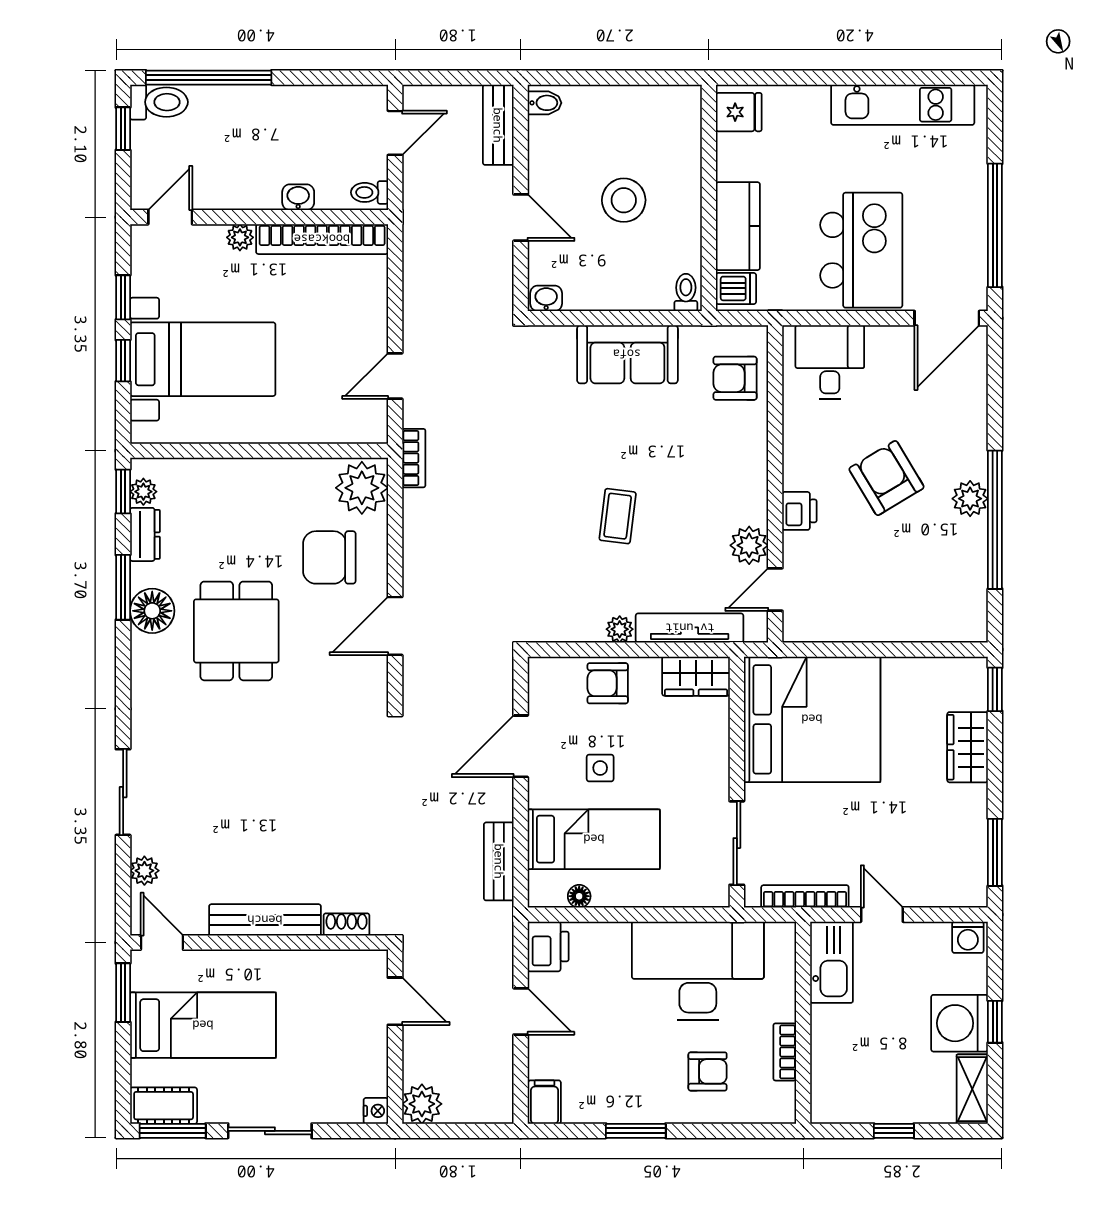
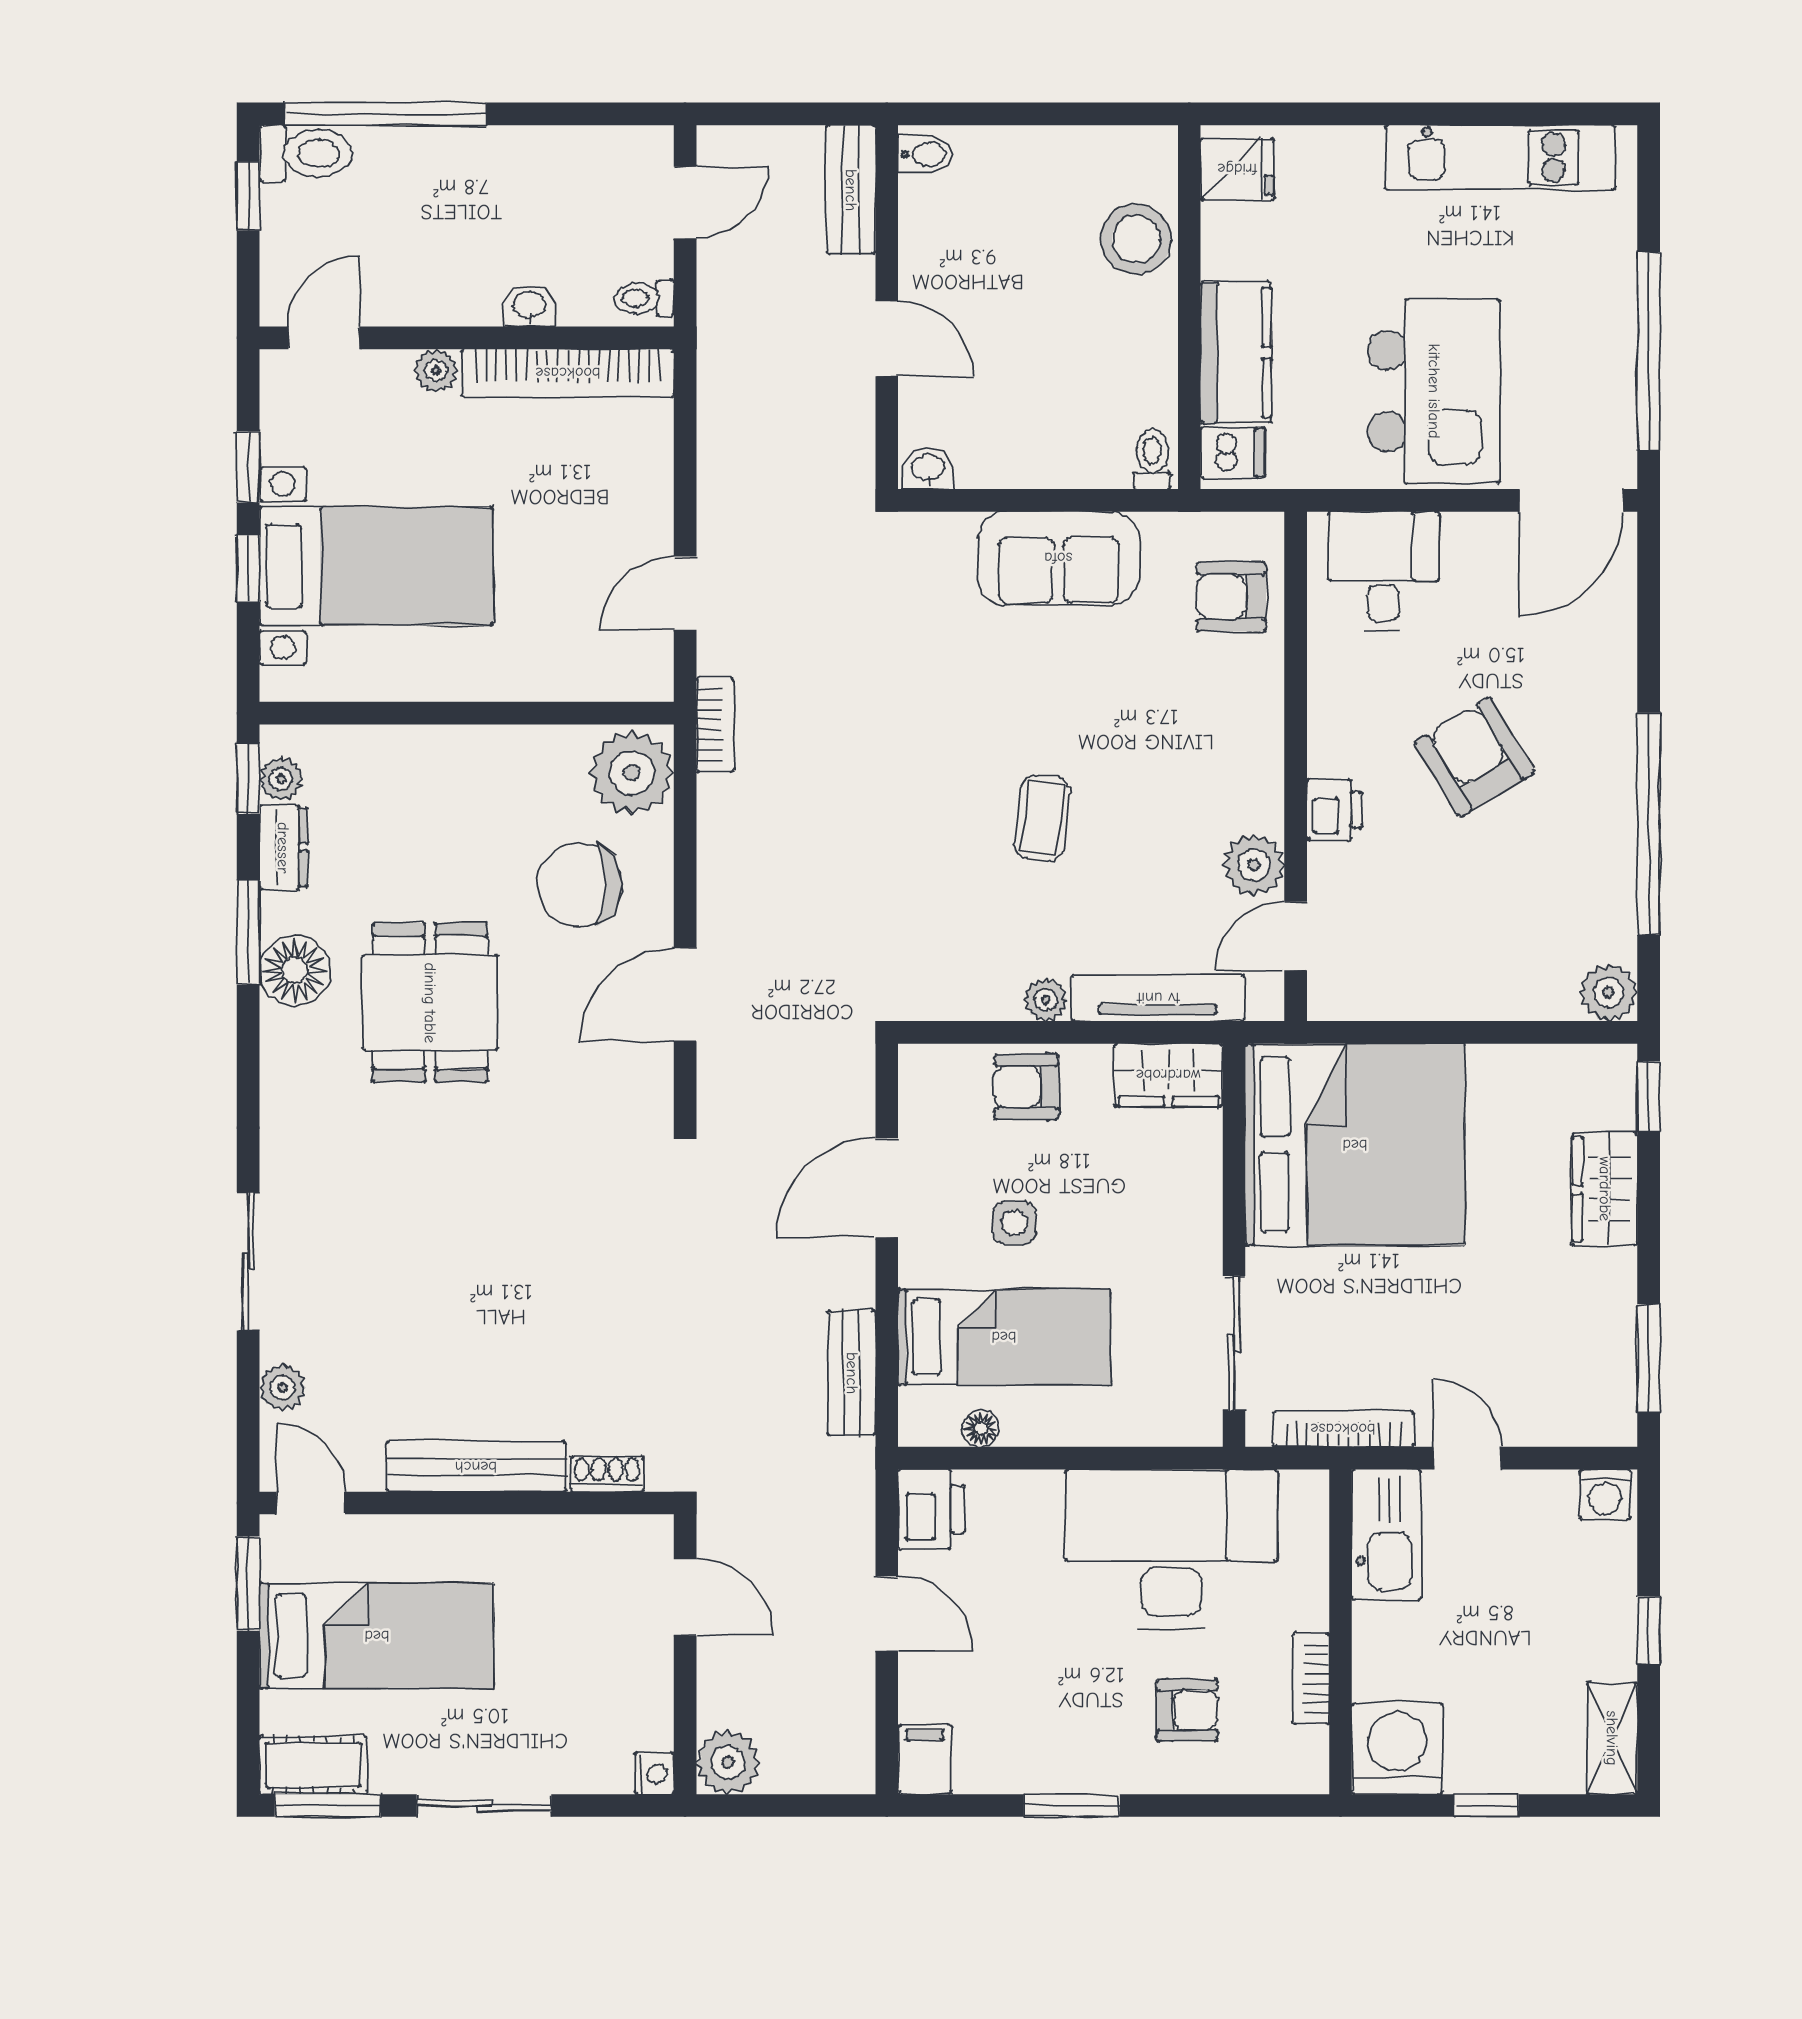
stool: (624, 200) -> (1136, 239), moved
plant: (970, 499) -> (1609, 992), moved
washing machine: (960, 1023) -> (1397, 1749), moved, turned 90

